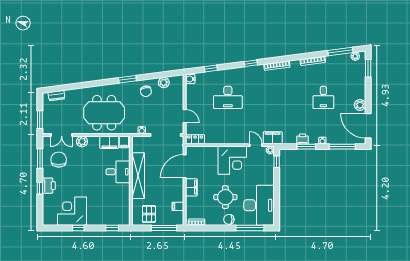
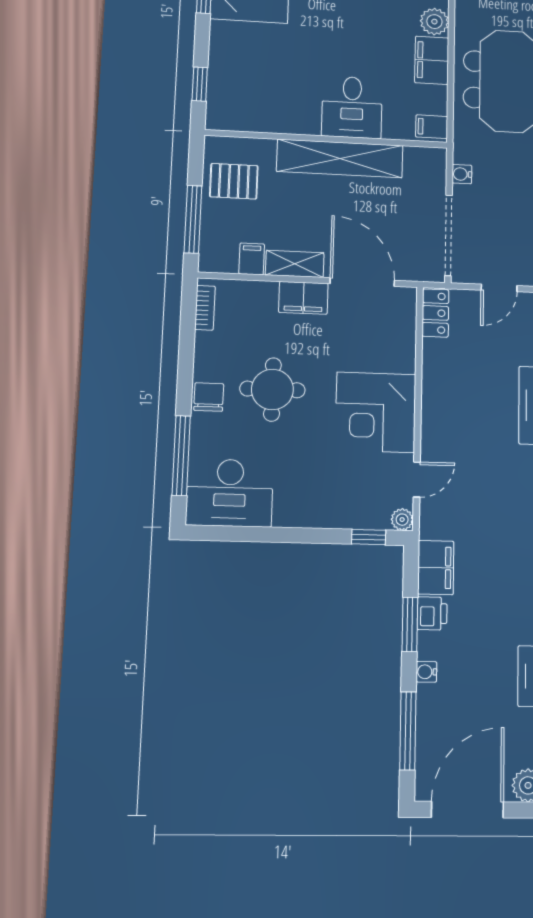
filing cabinet: (273, 138) -> (436, 568), moved
filing cabinet: (109, 142) -> (432, 60), moved
shelving: (179, 191) -> (295, 264), added
desk: (259, 205) -> (230, 493), width x0.73, depth x0.77

